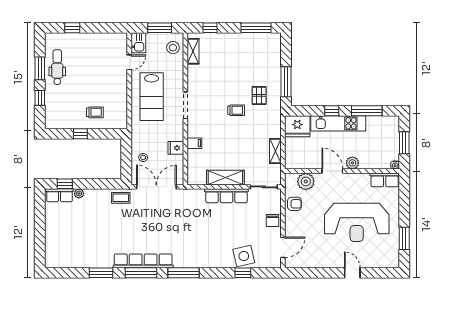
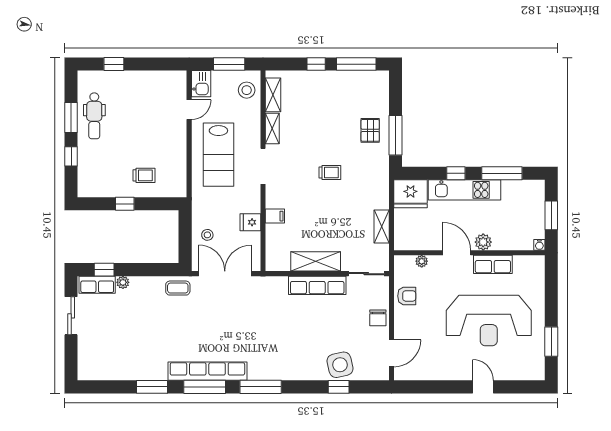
window: (210, 28) -> (316, 64), moved
dental chair: (57, 67) -> (94, 116), turned 180
shelving: (192, 77) -> (272, 129), added
pallet: (259, 95) -> (370, 130), moved
row of seats: (385, 180) -> (493, 264), moved
plant: (306, 181) -> (422, 261), width x0.53, depth x0.53
sliding door: (40, 219) -> (71, 316), added

